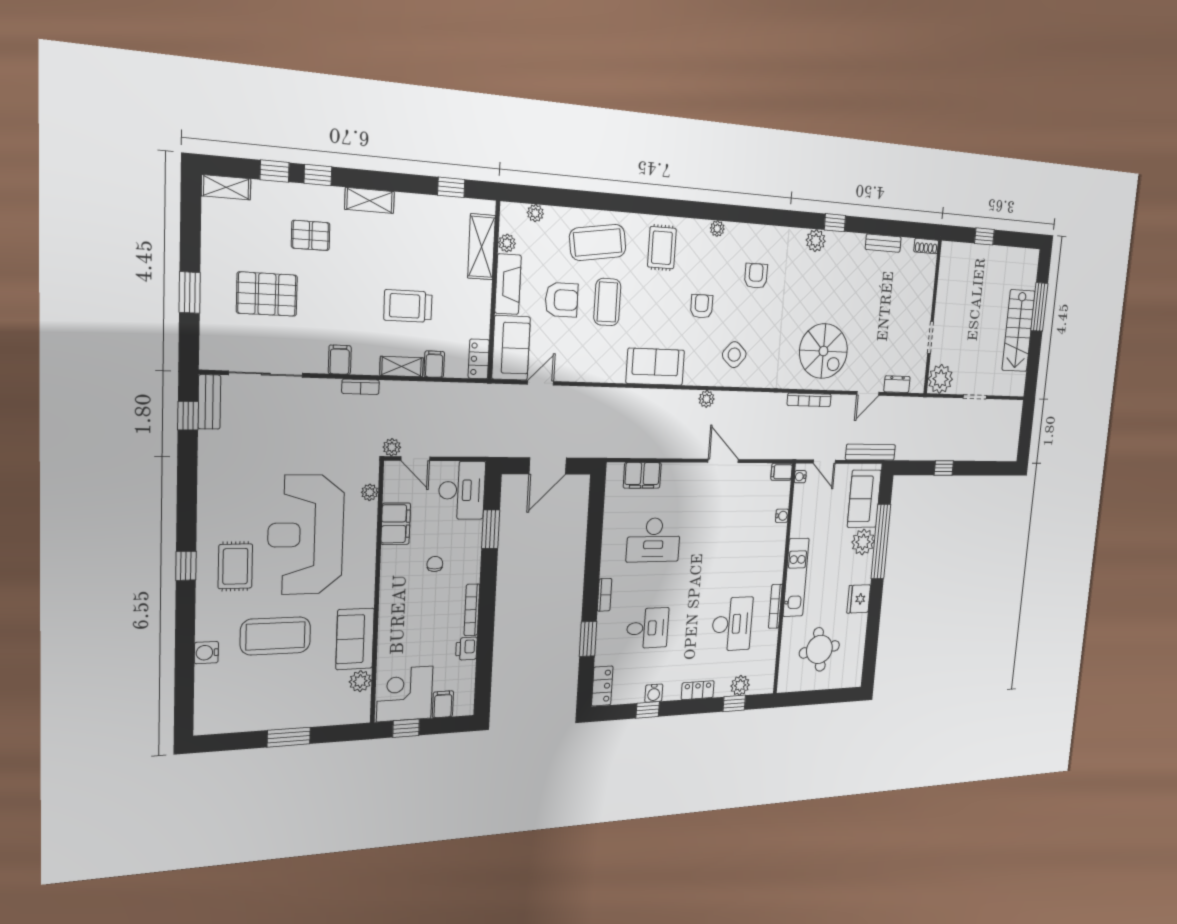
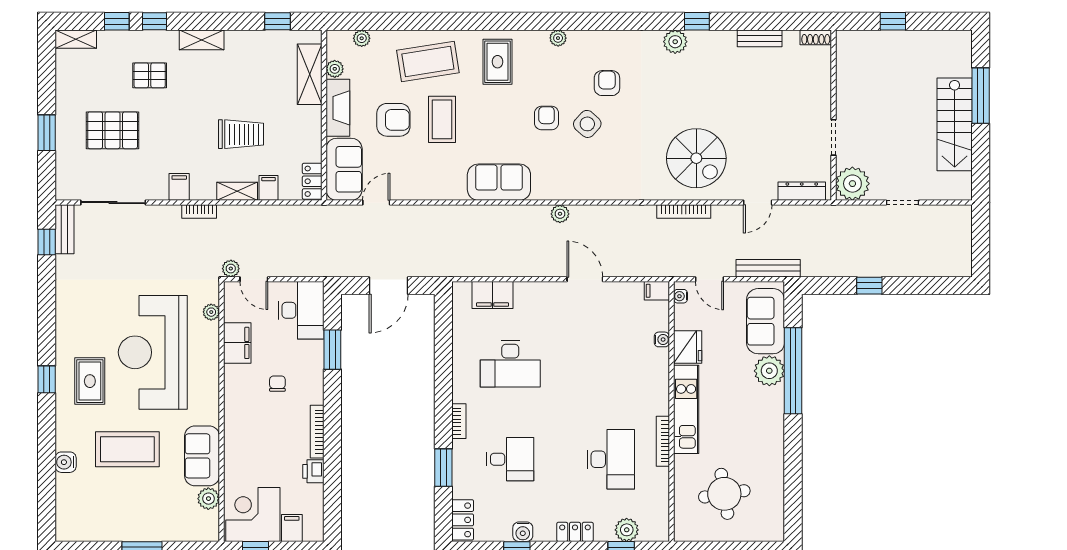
trolley: (408, 306) -> (241, 134), turned 180
side table: (734, 355) -> (587, 124), moved
dresser: (897, 384) -> (802, 191), width x1.44
fridge: (859, 599) -> (688, 347), moved, turned 180

